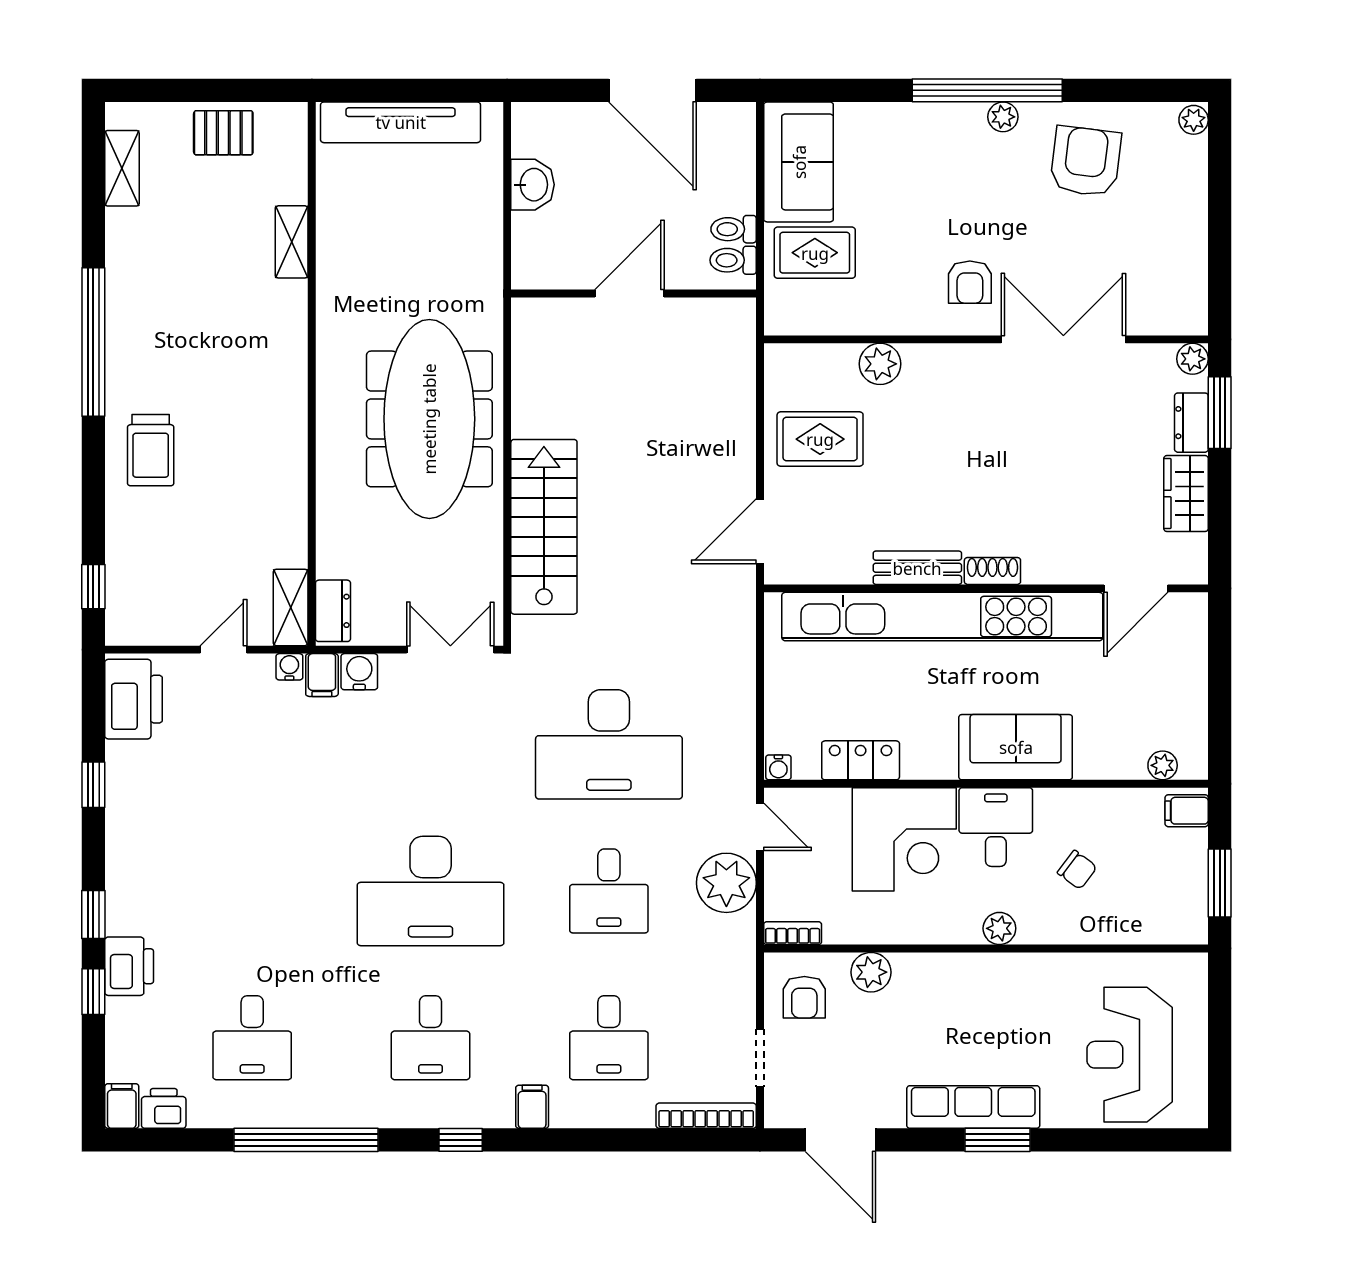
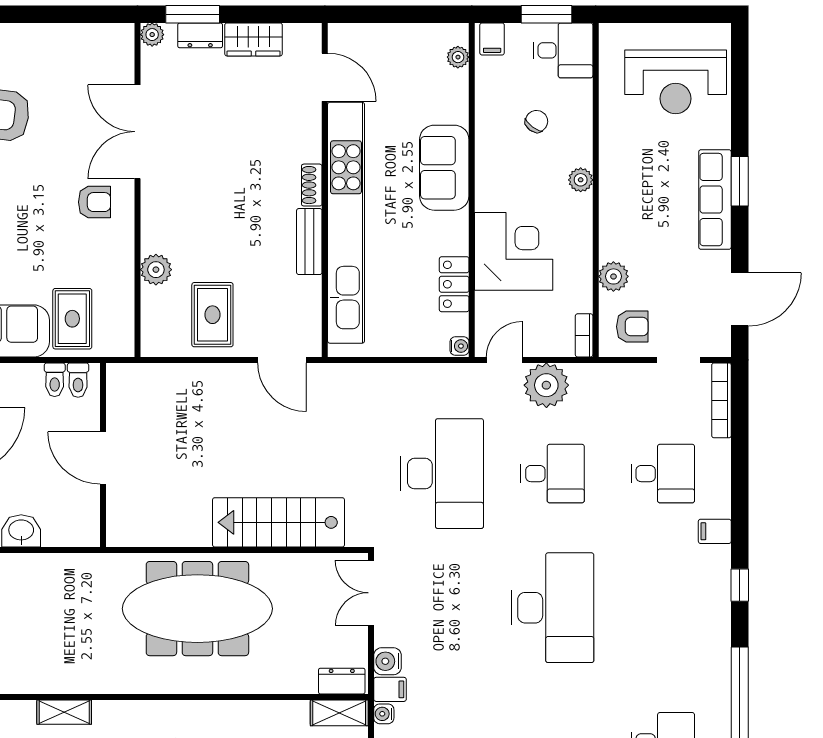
desk: (996, 827) -> (563, 50), moved, turned 180
desk: (431, 1038) -> (663, 608), removed

